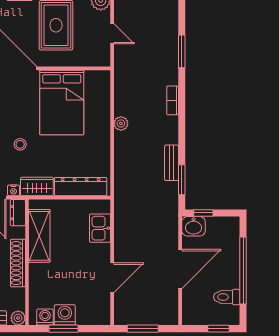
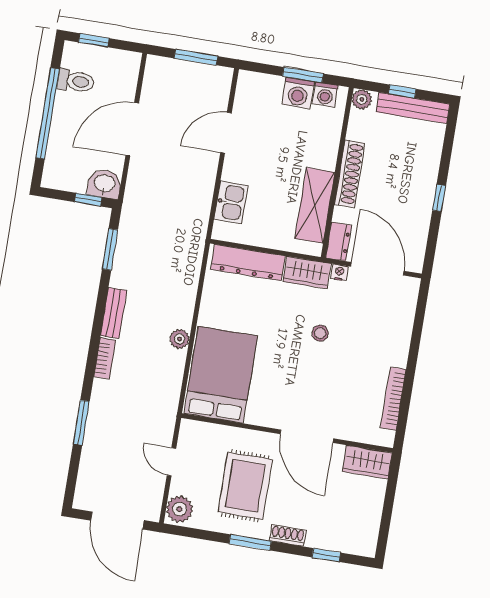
bed: (62, 102) -> (221, 375), moved
bench: (172, 163) -> (114, 313), moved

